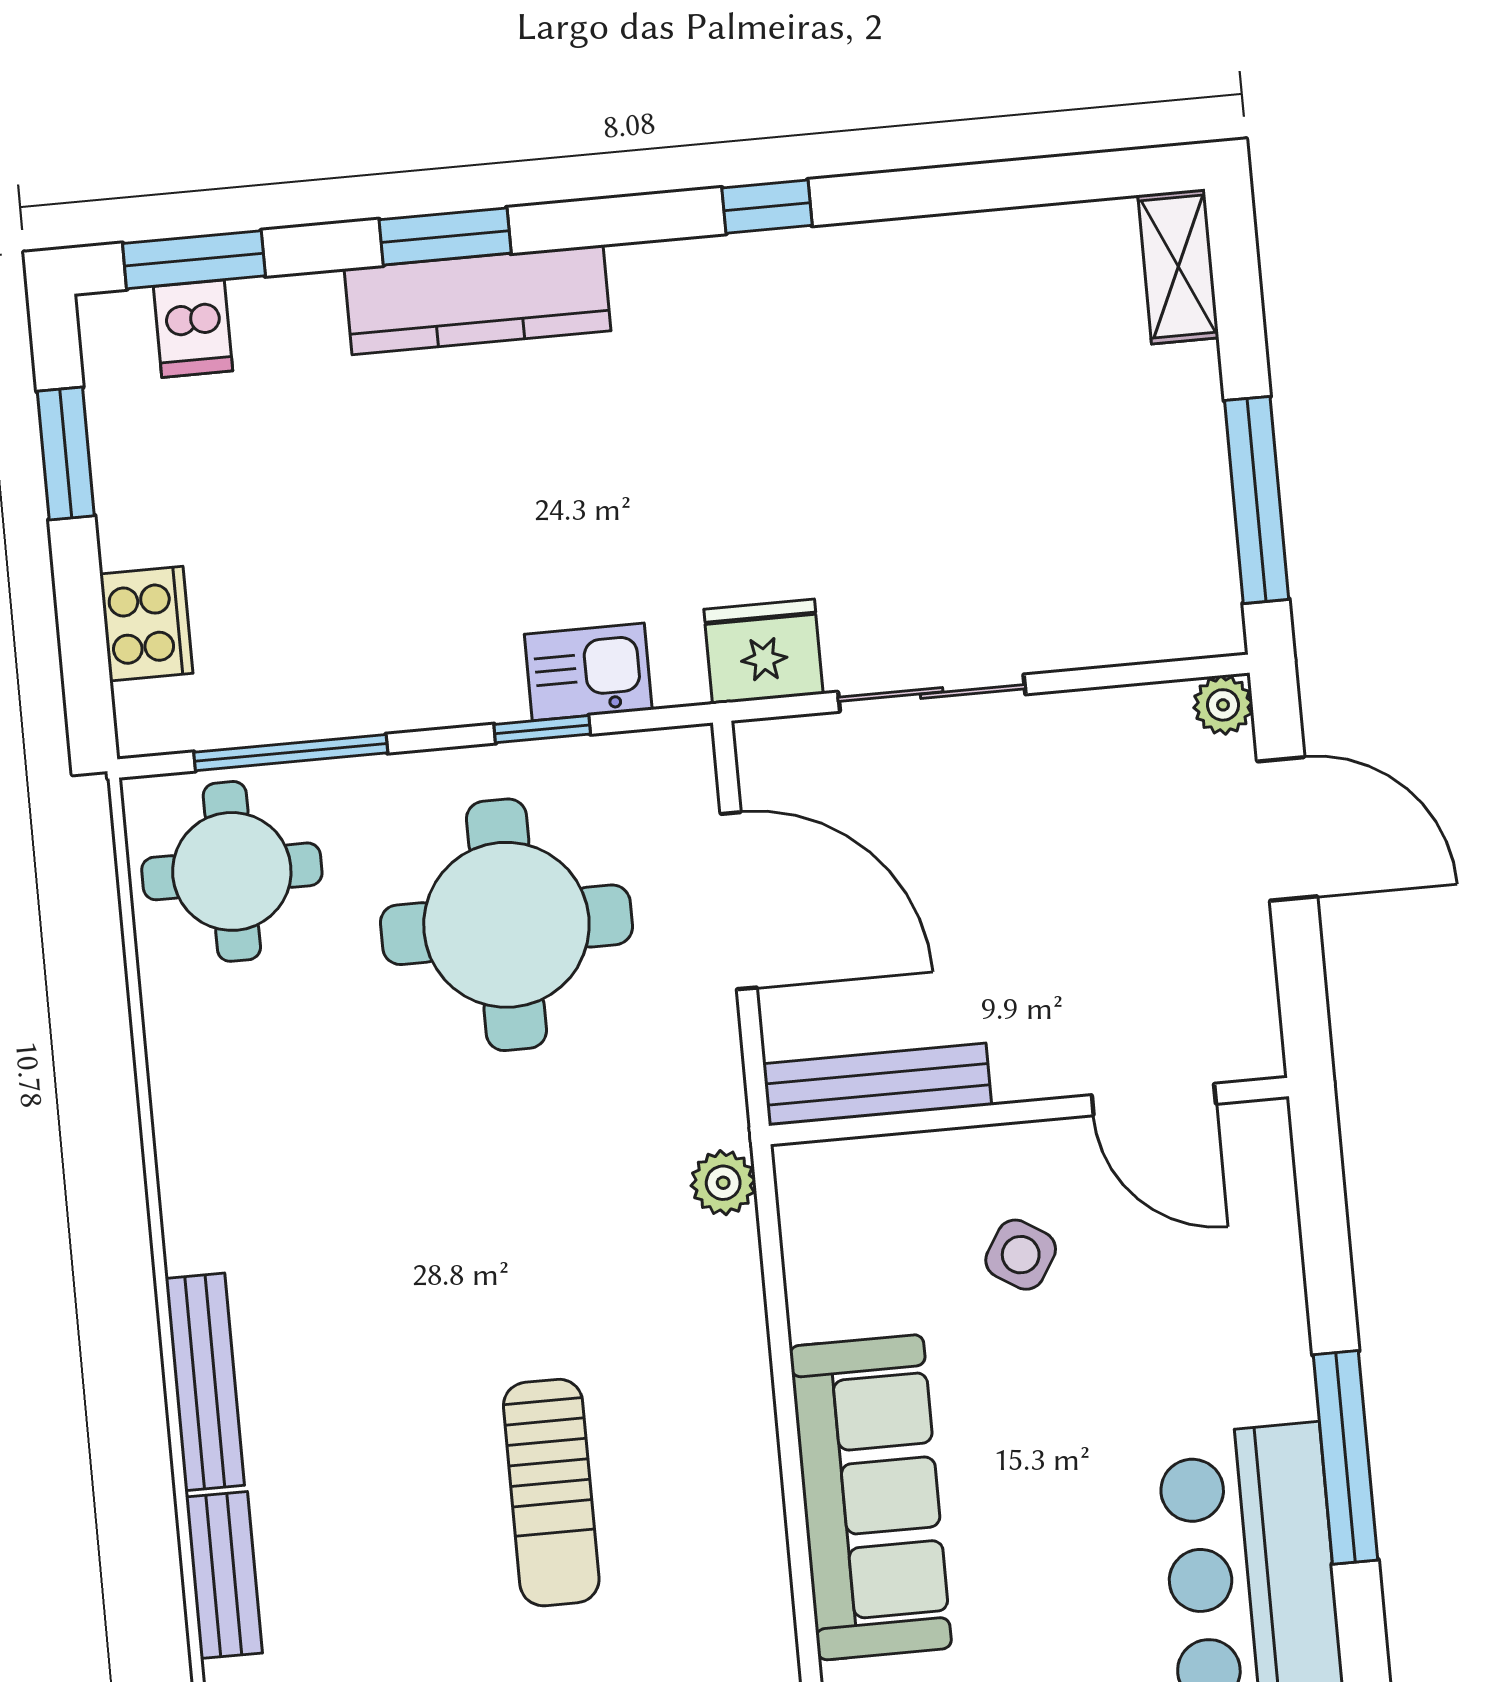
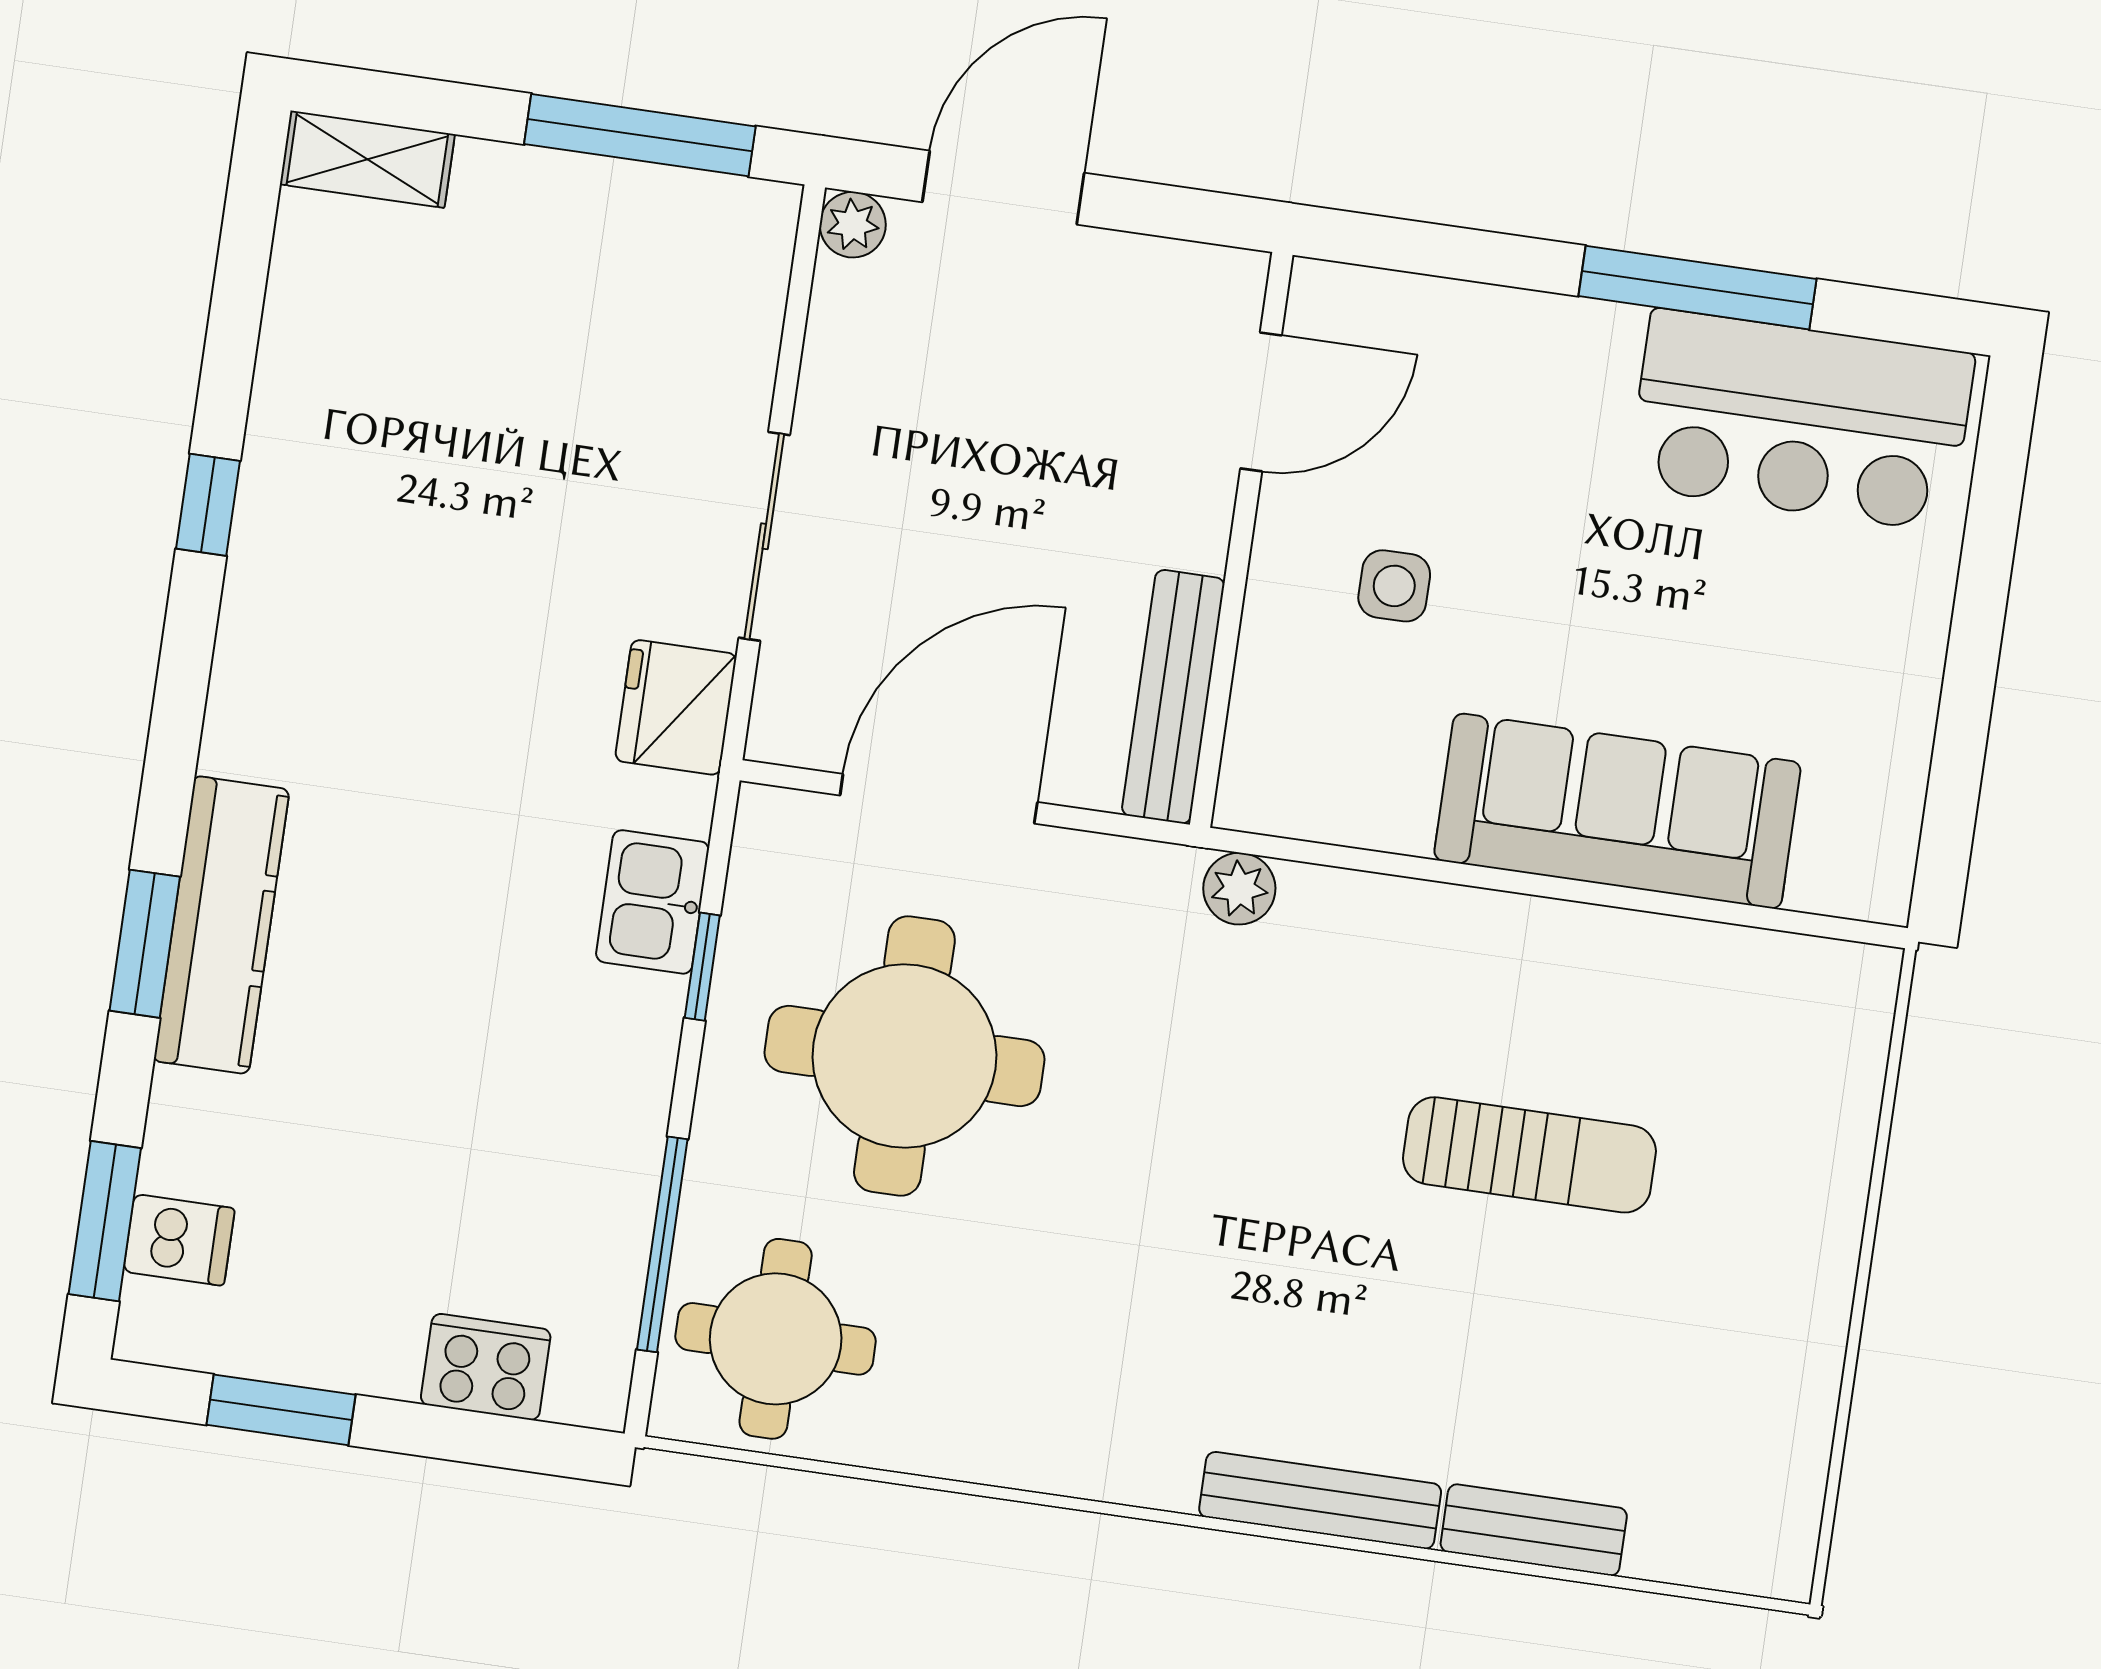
window: (767, 207) -> (208, 505), moved
side table: (1021, 1255) -> (1394, 586), turned -32

